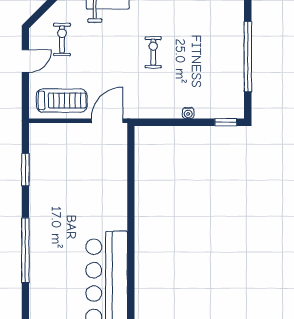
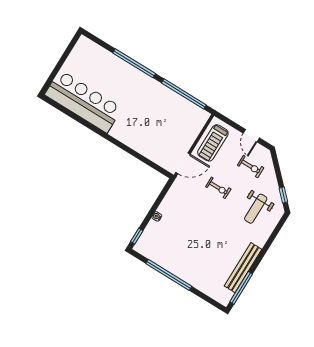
exercise bike: (153, 52) -> (218, 188), moved
door: (107, 121) -> (183, 163), hinge flipped
window: (25, 170) -> (184, 94), width x2.11

